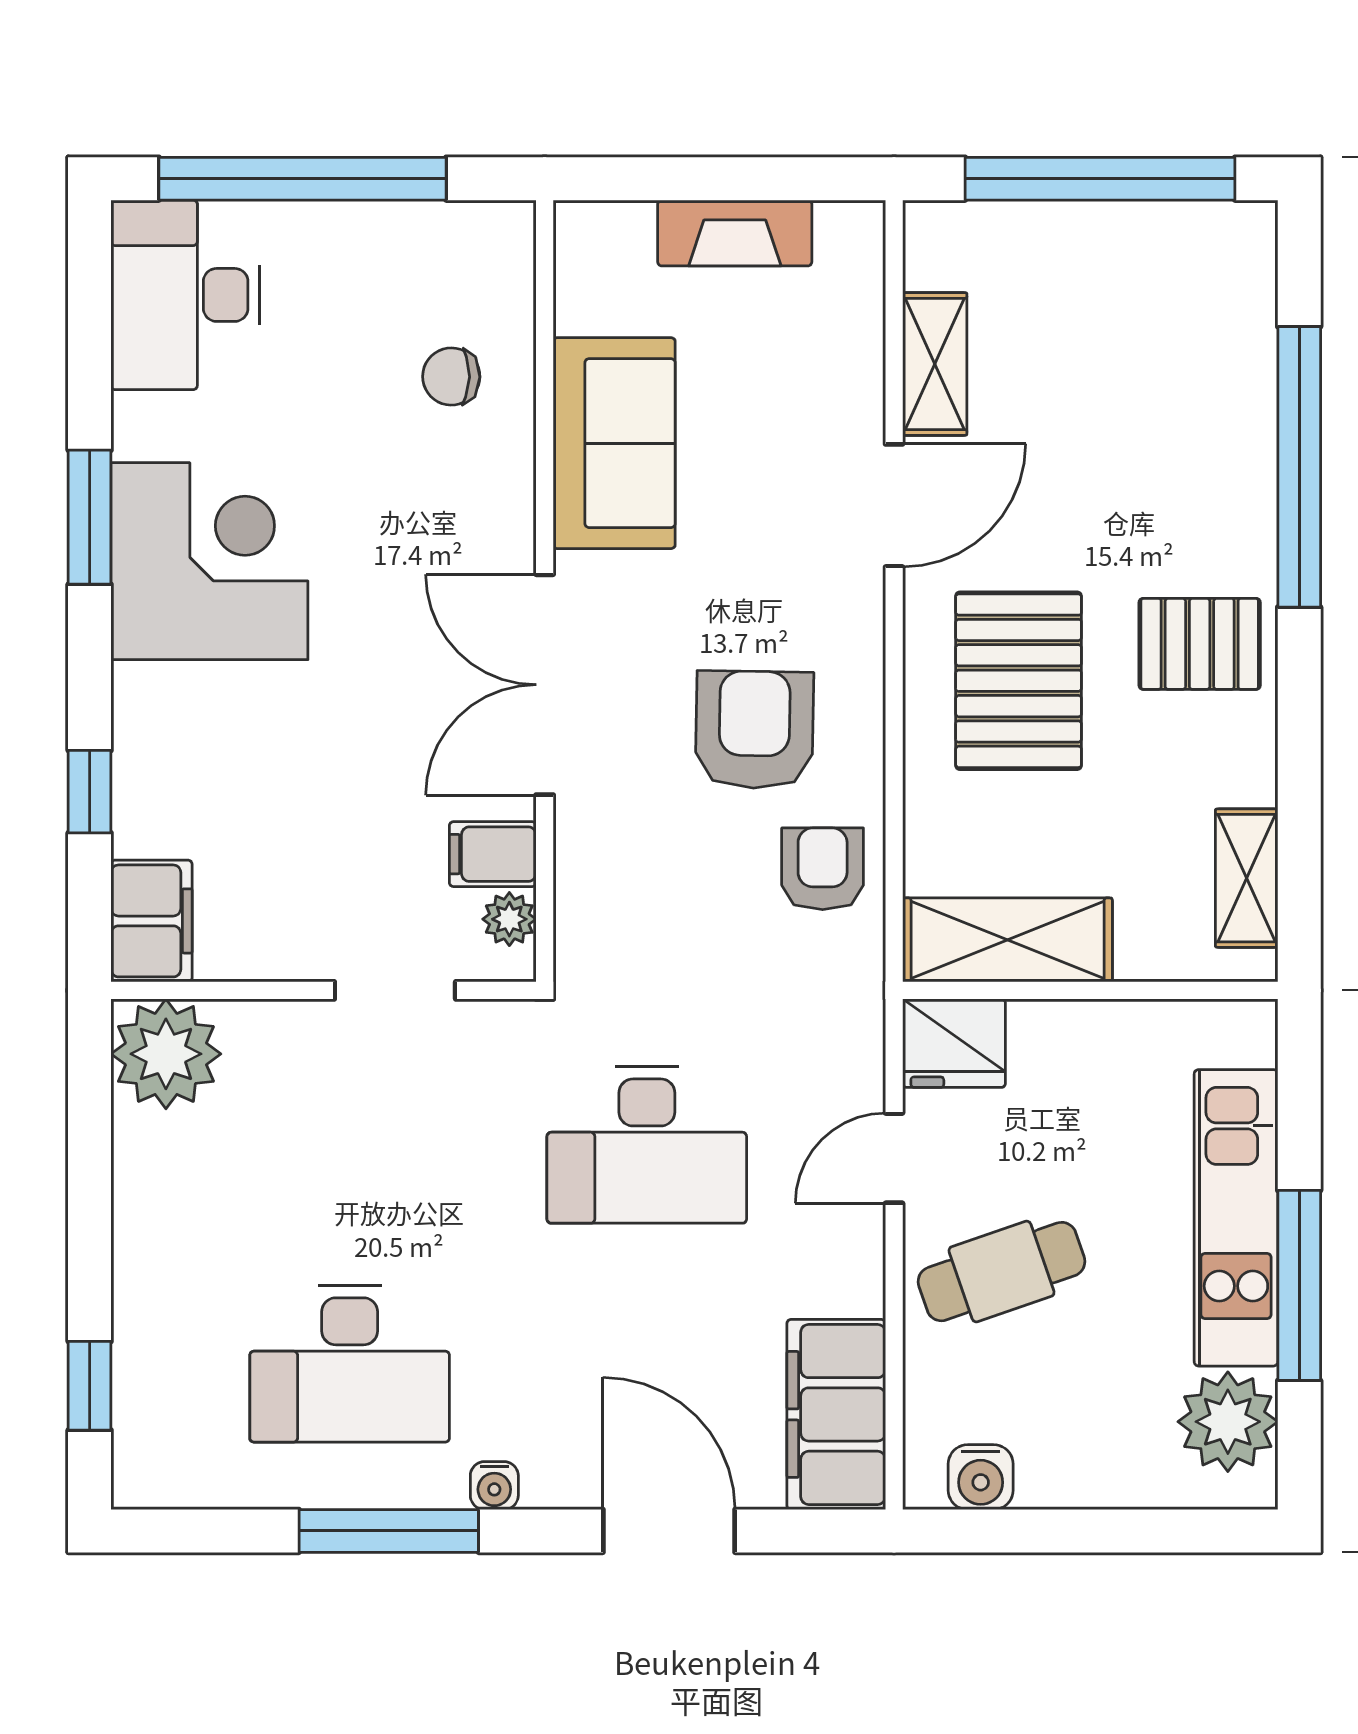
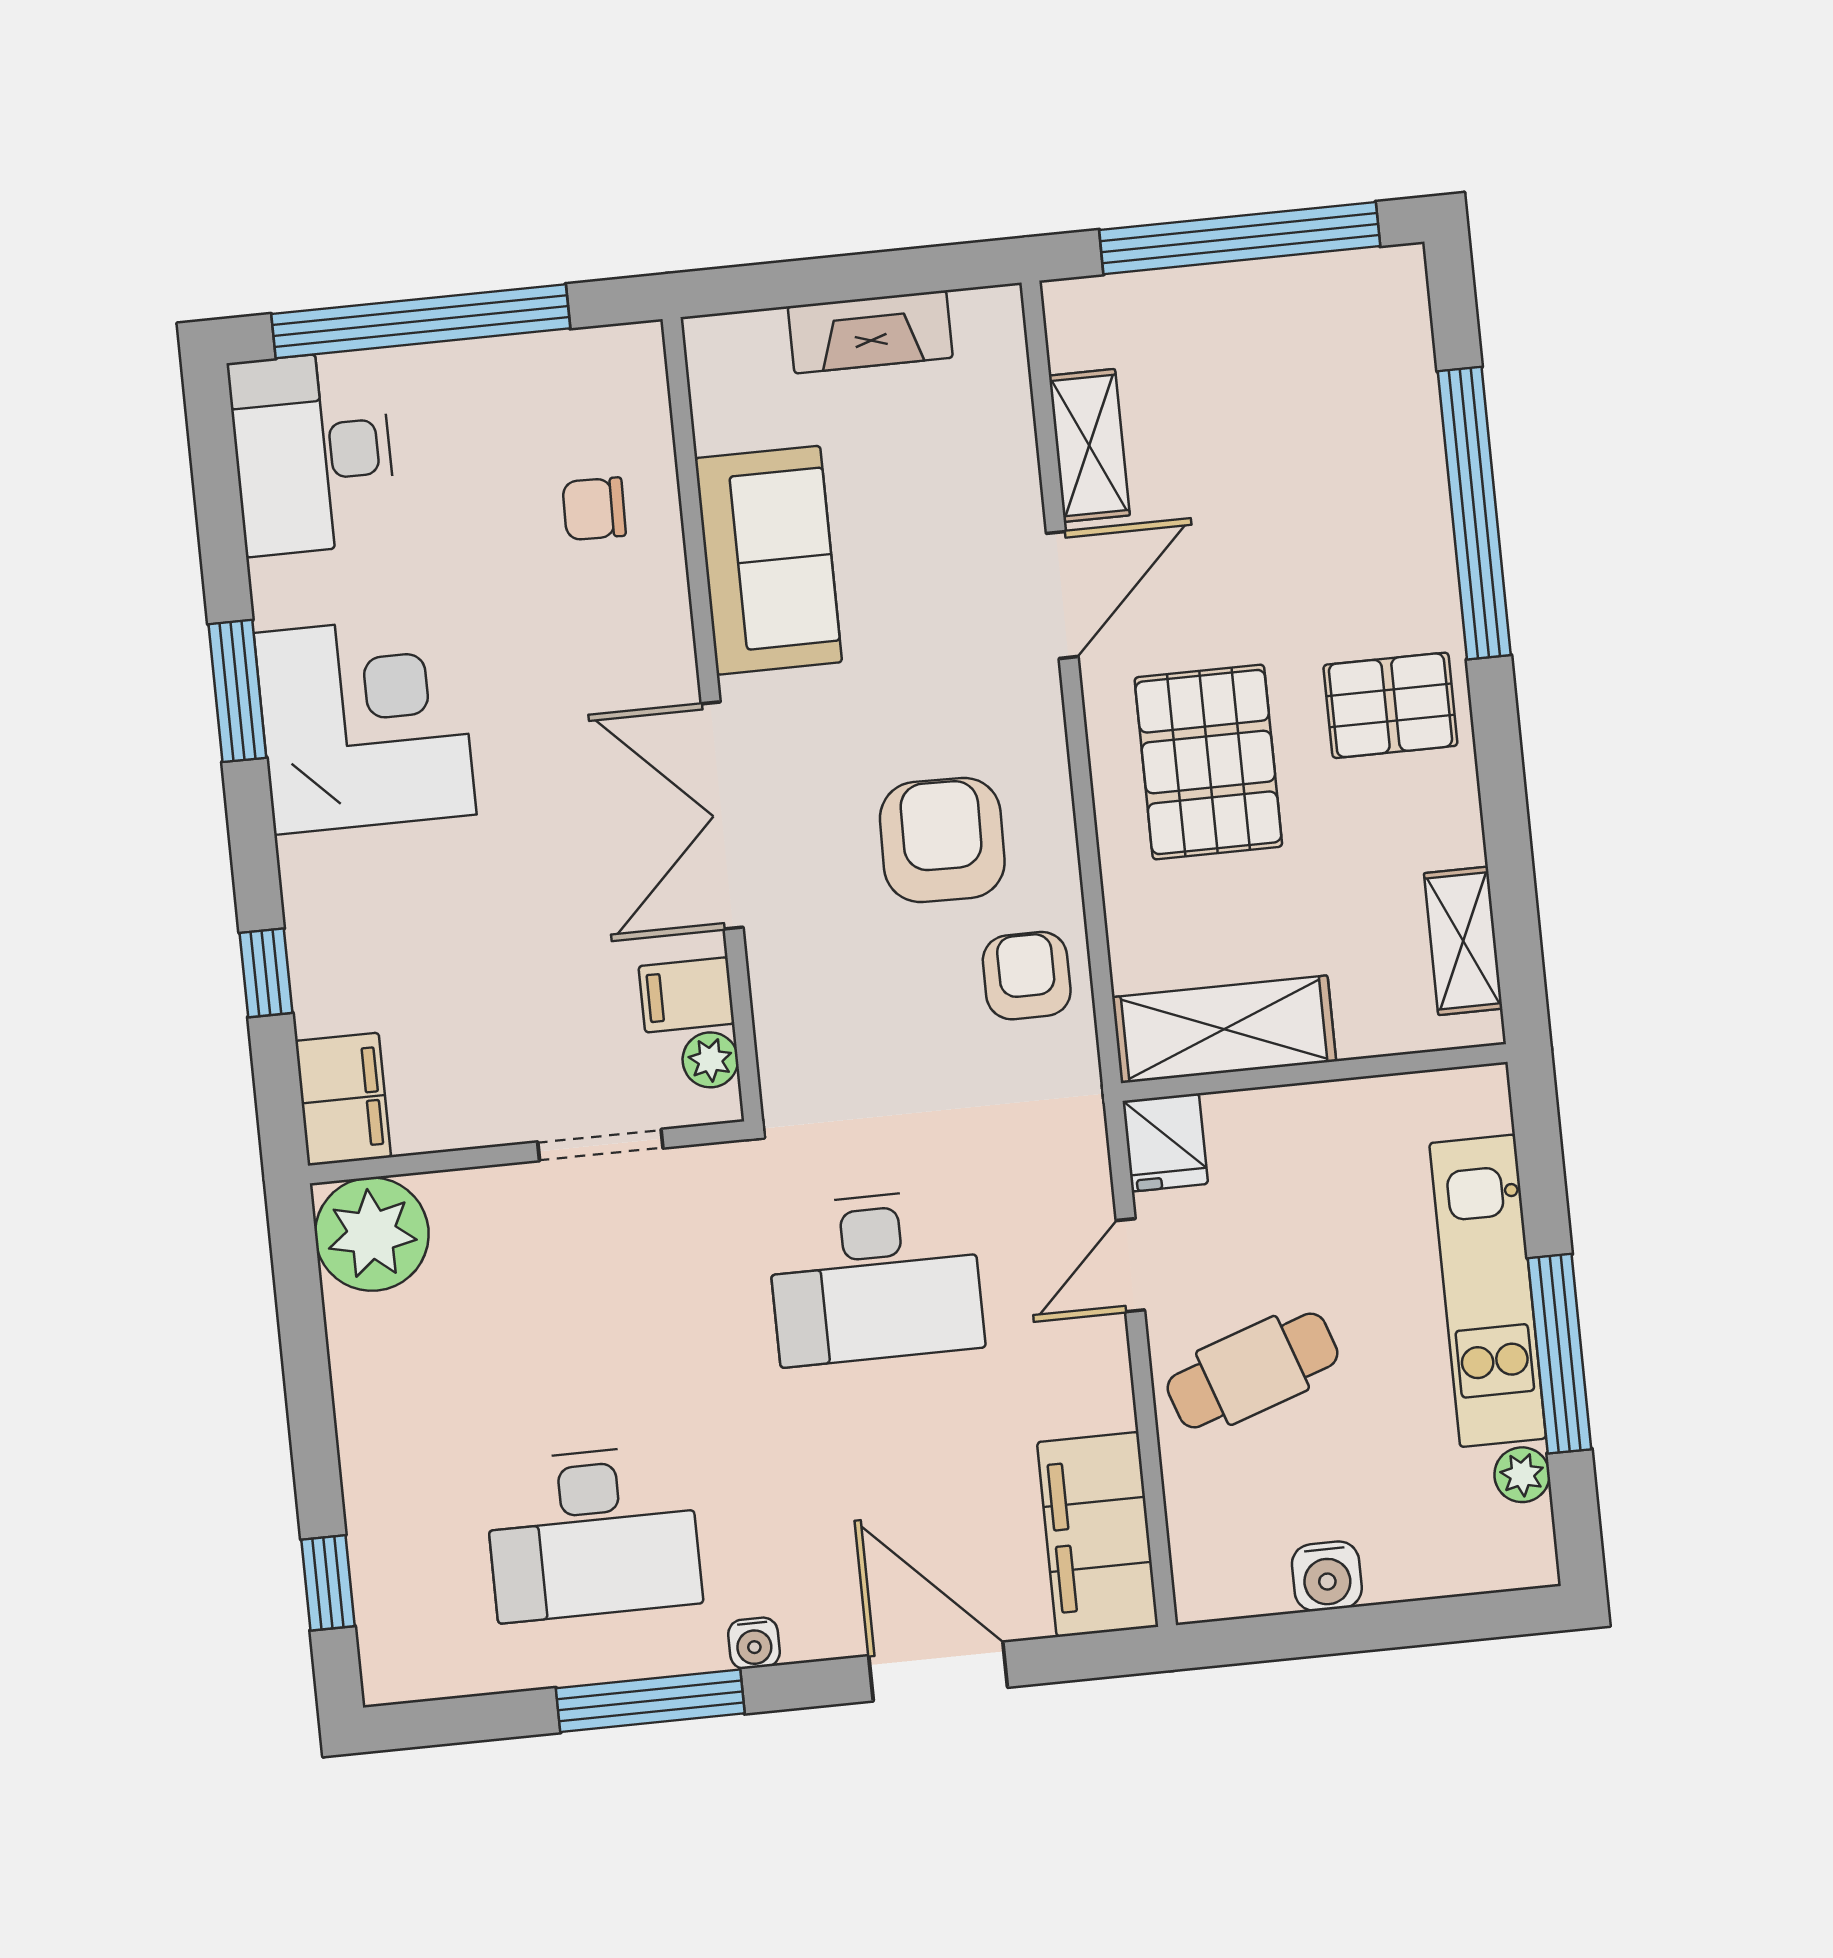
fridge: (954, 1043) -> (1165, 1142), width x0.72
plant: (1228, 1422) -> (1522, 1475), width x0.53, depth x0.53
water cooler: (981, 1477) -> (1327, 1576), moved

